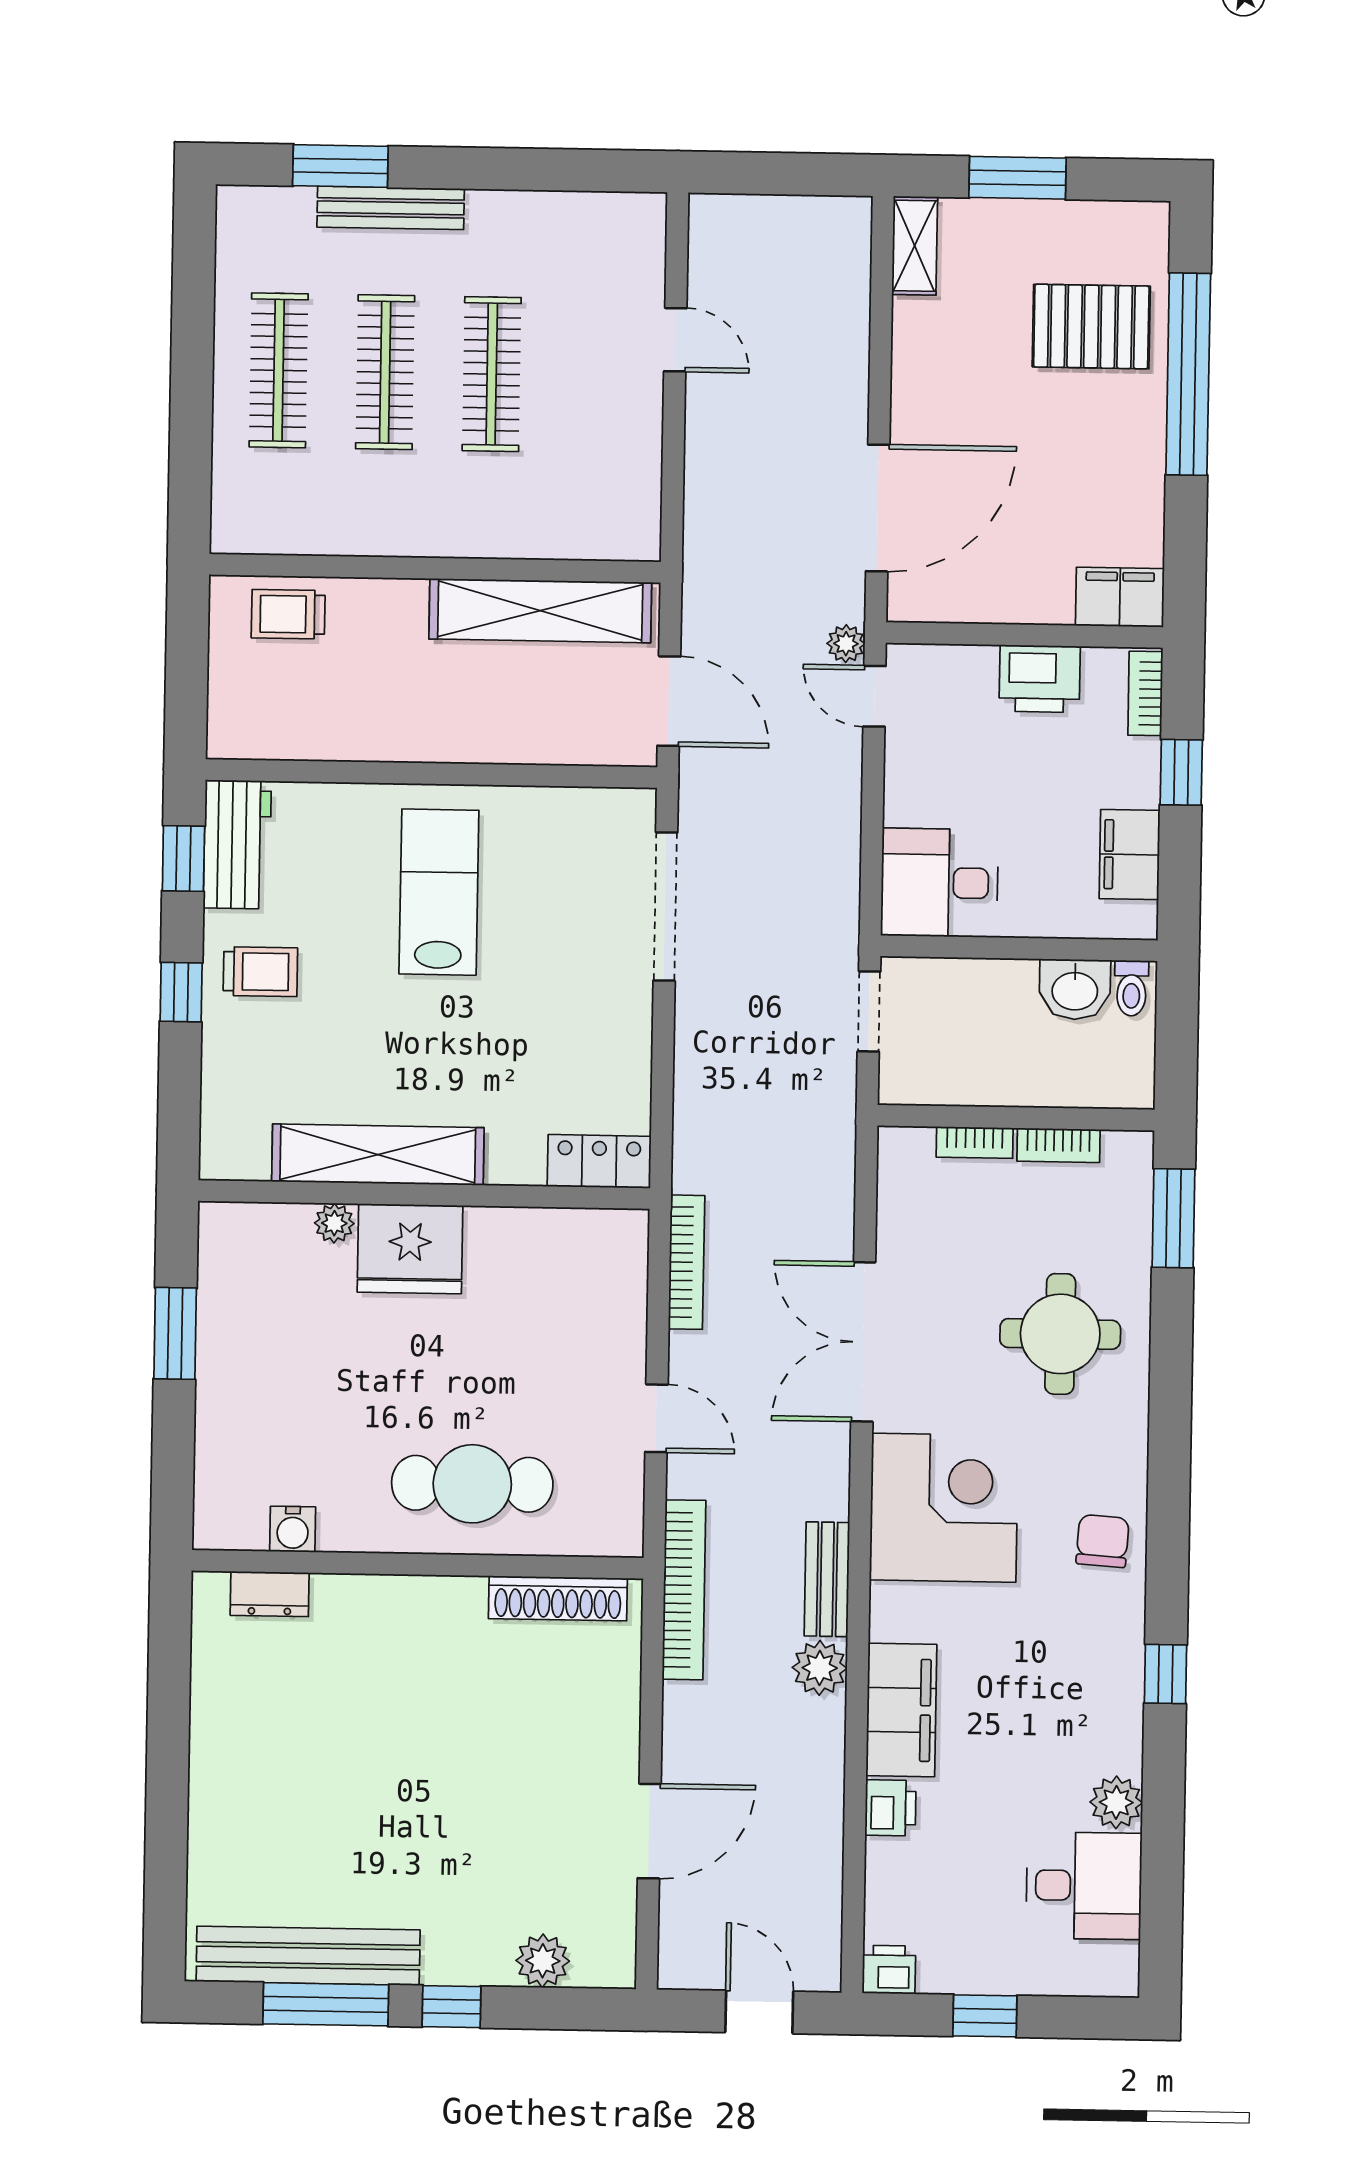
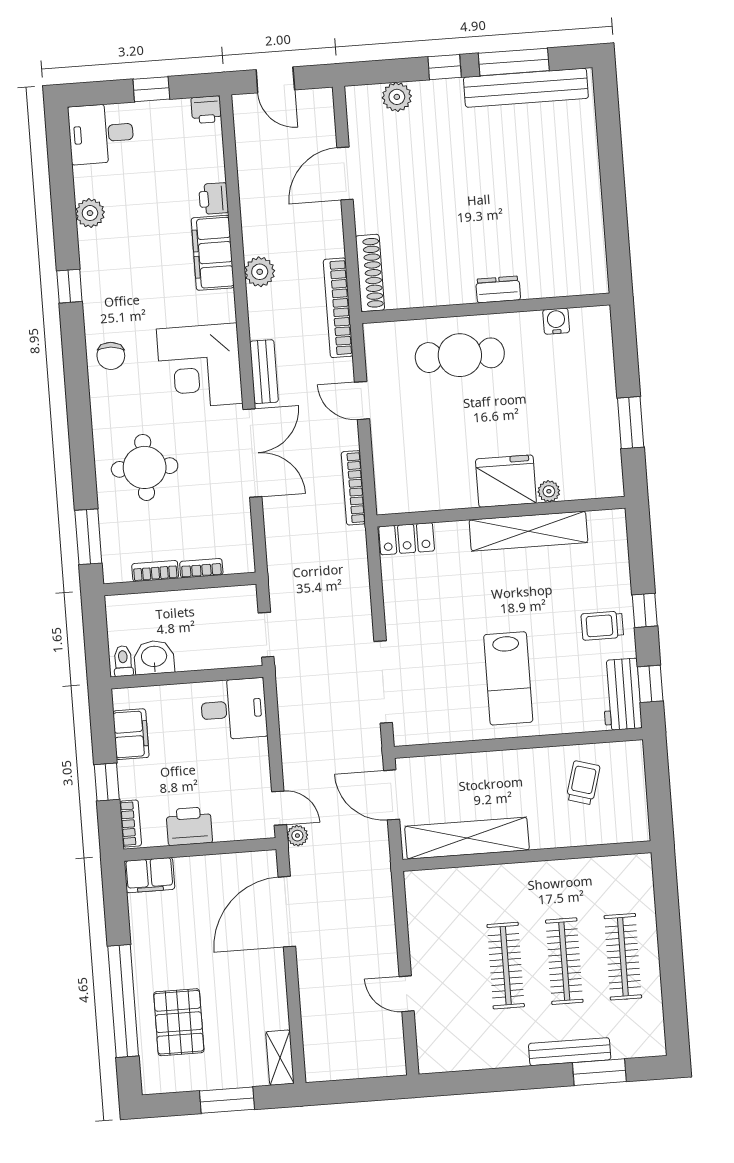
pallet: (1091, 327) -> (179, 1022), turned 90
trolley: (288, 614) -> (583, 783), moved, turned -74
bench: (827, 1579) -> (264, 372), moved
dresser: (270, 1594) -> (498, 289), moved
shoe rack: (558, 1598) -> (370, 273), moved, turned 90
desk: (1084, 1886) -> (101, 134), moved

